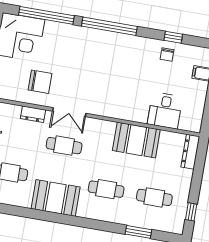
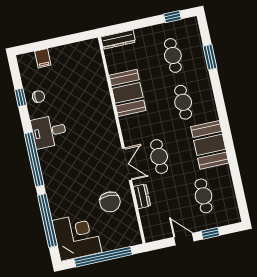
chair: (40, 82) -> (110, 202), turned 180
desk: (165, 110) -> (49, 132), moved, turned 180

